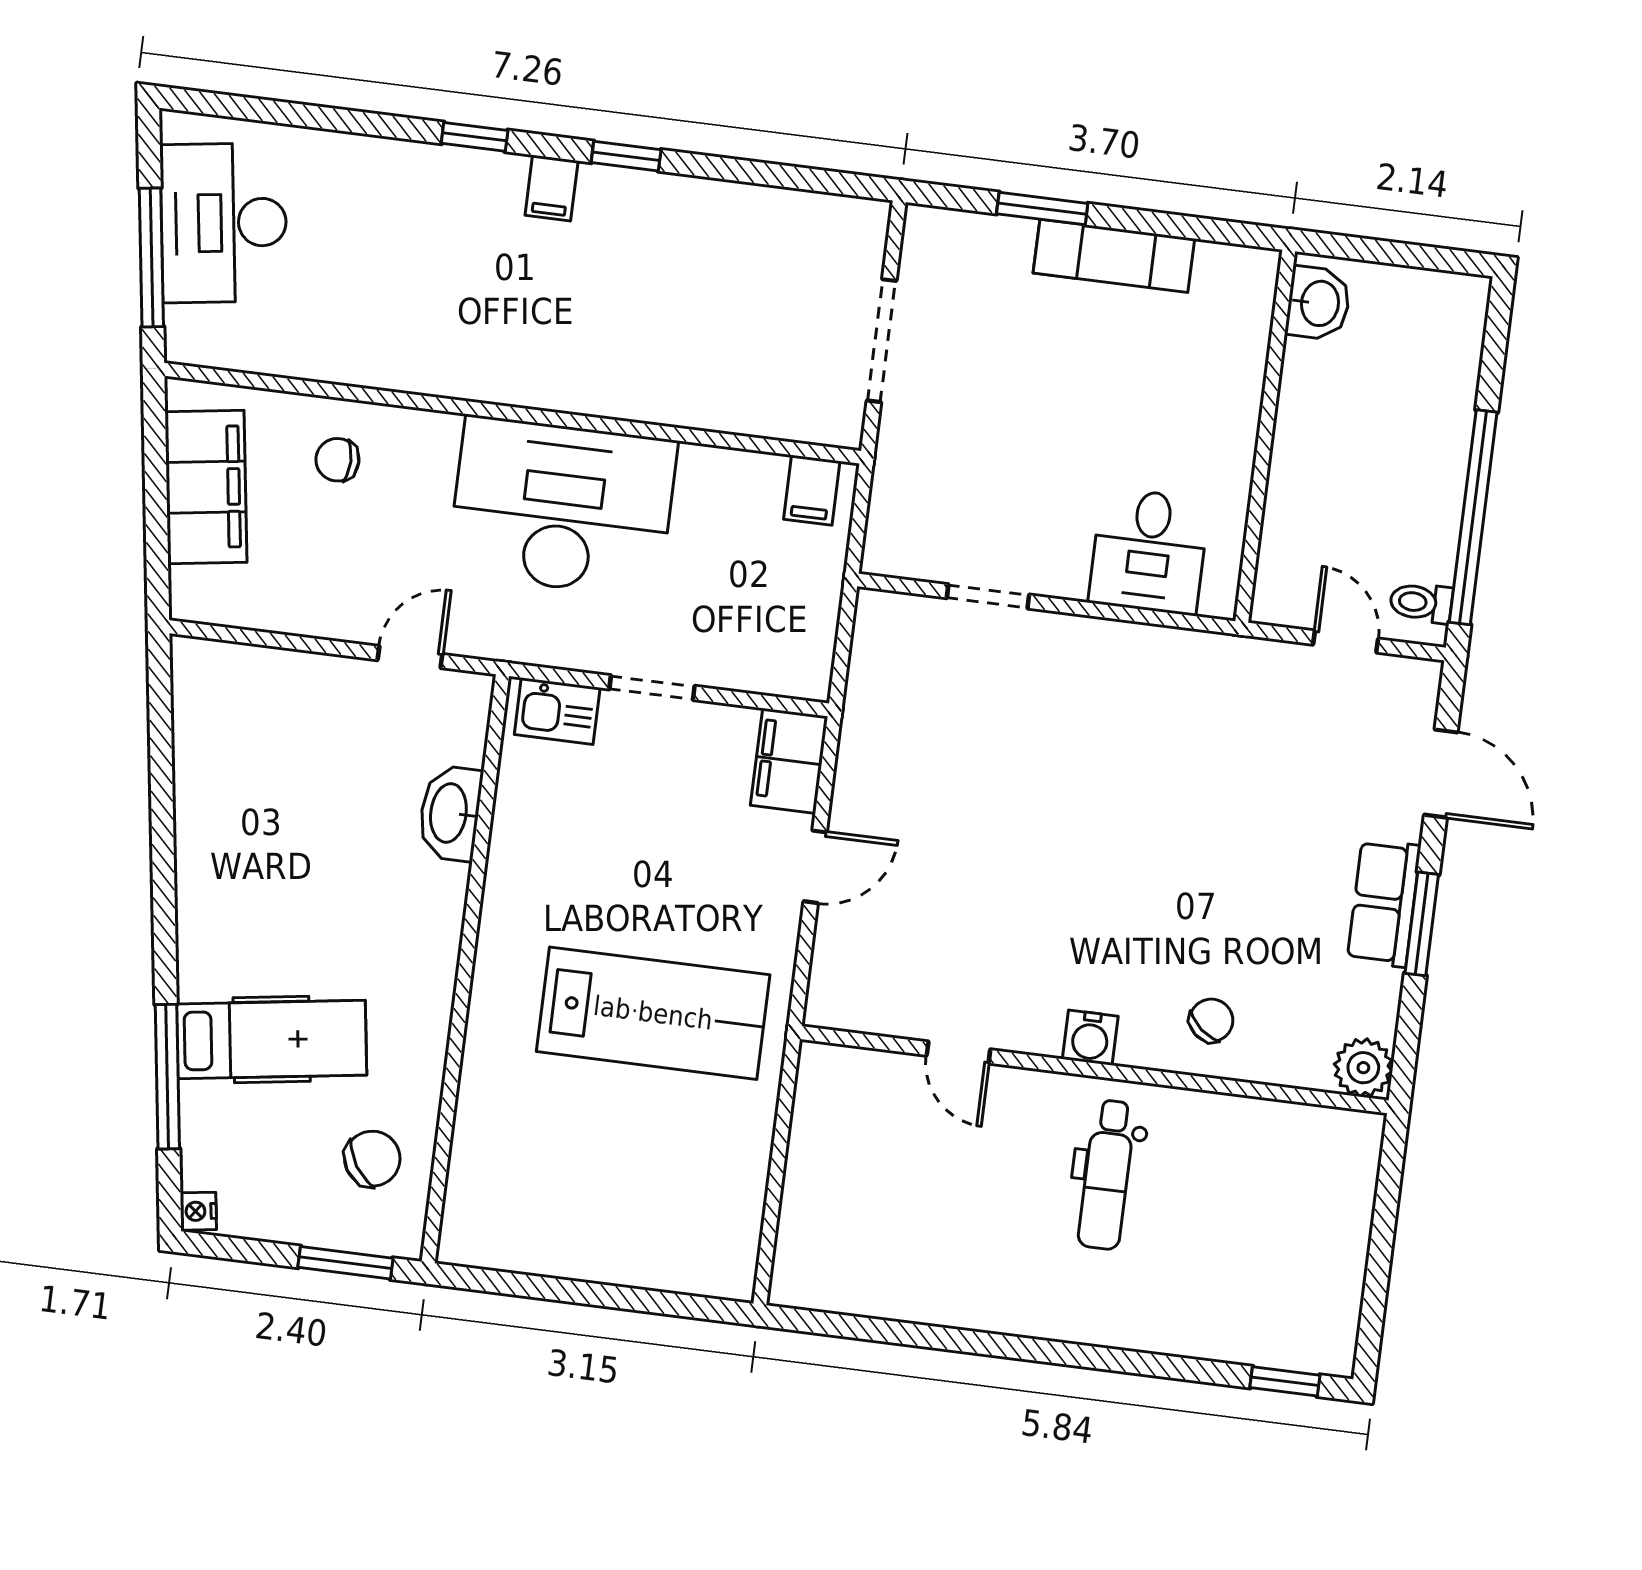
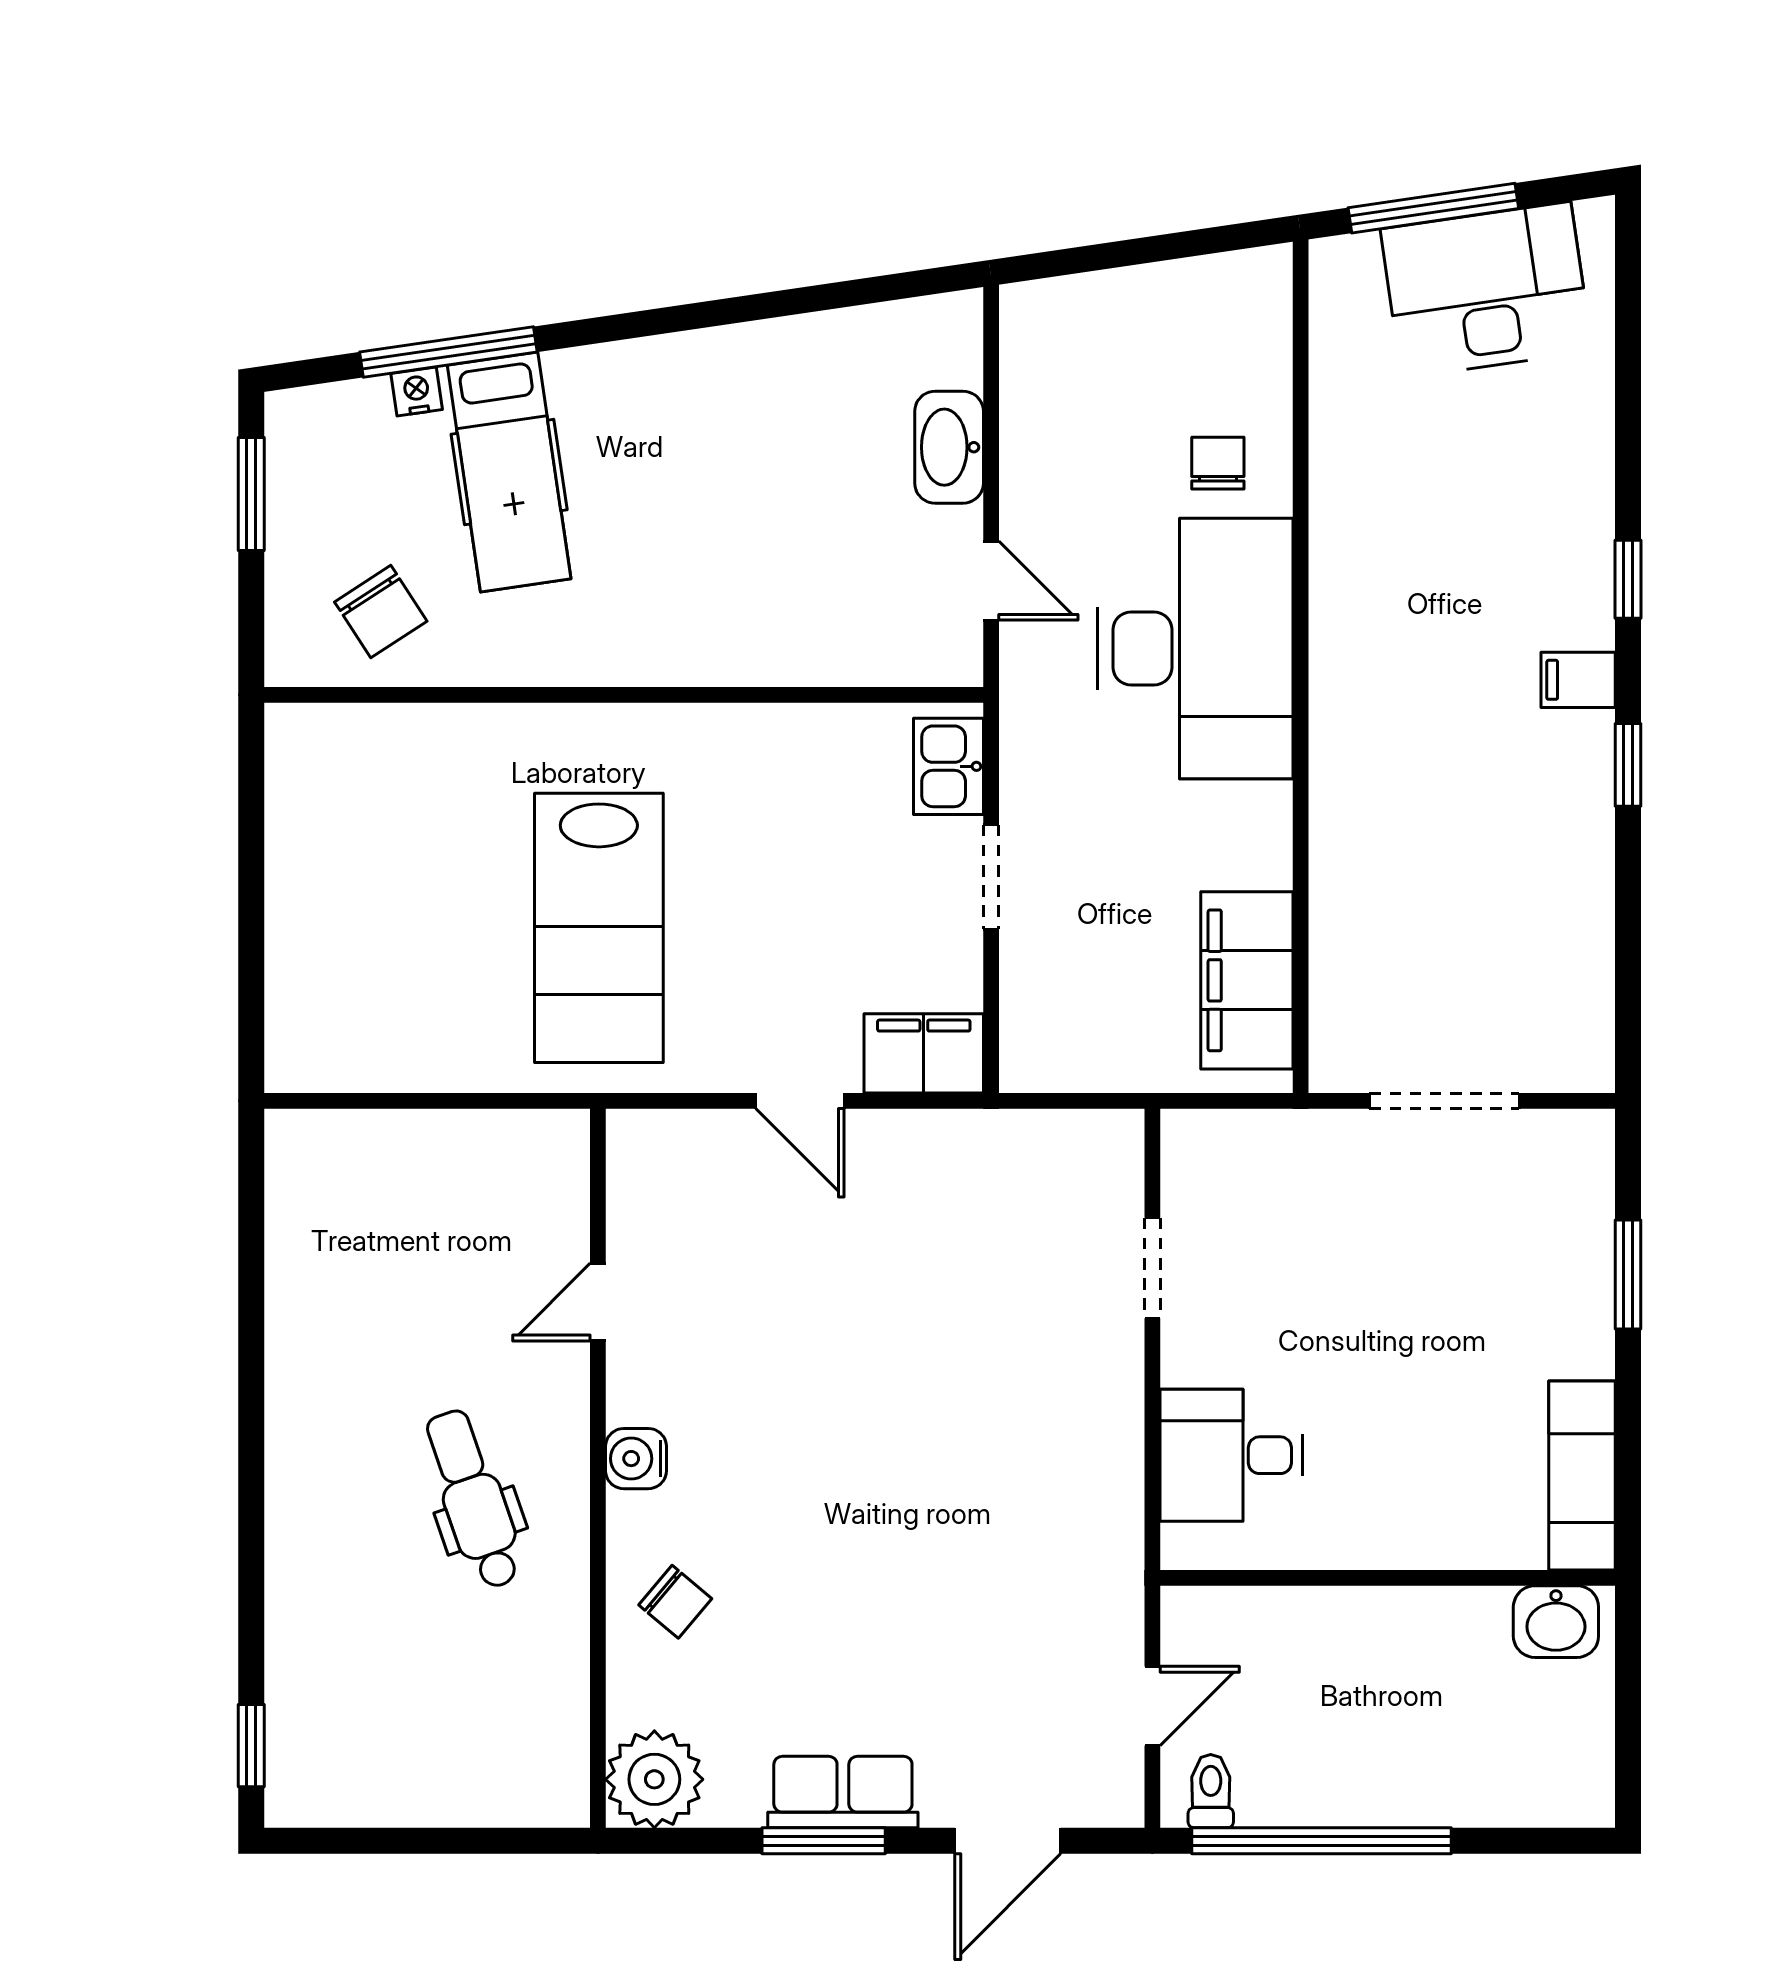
exam couch: (1114, 256) -> (1582, 1476), moved
filing cabinet: (206, 487) -> (1165, 309), removed
filing cabinet: (812, 490) -> (1247, 980), width x3.00, depth x1.17
desk: (562, 507) -> (1195, 649), moved
washbasin: (450, 813) -> (949, 447), moved, turned -90
plant: (1363, 1068) -> (654, 1779), width x1.36, depth x1.36
dental chair: (1107, 1175) -> (473, 1499), turned 71
nightstand: (198, 1211) -> (417, 391), moved
window: (345, 1263) -> (251, 494), moved

